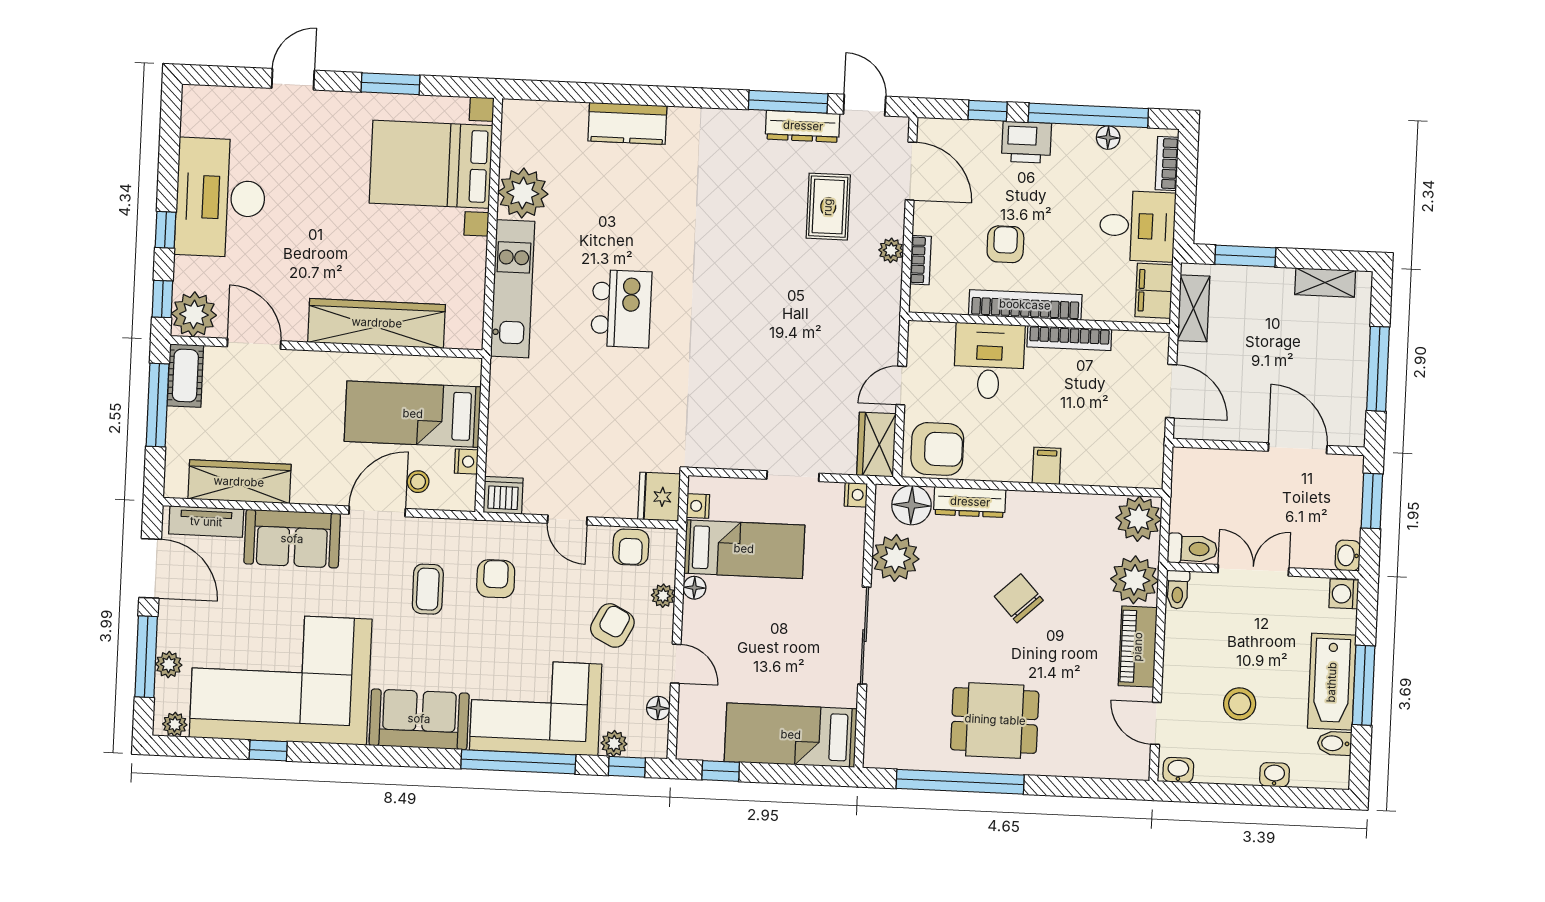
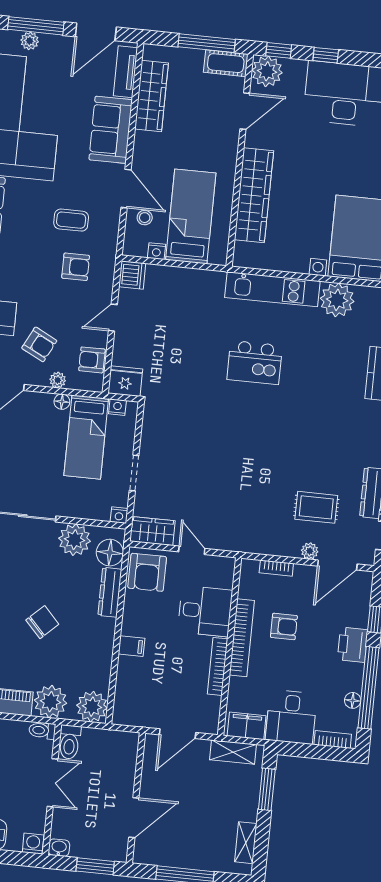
plant: (891, 250) -> (310, 551), moved

